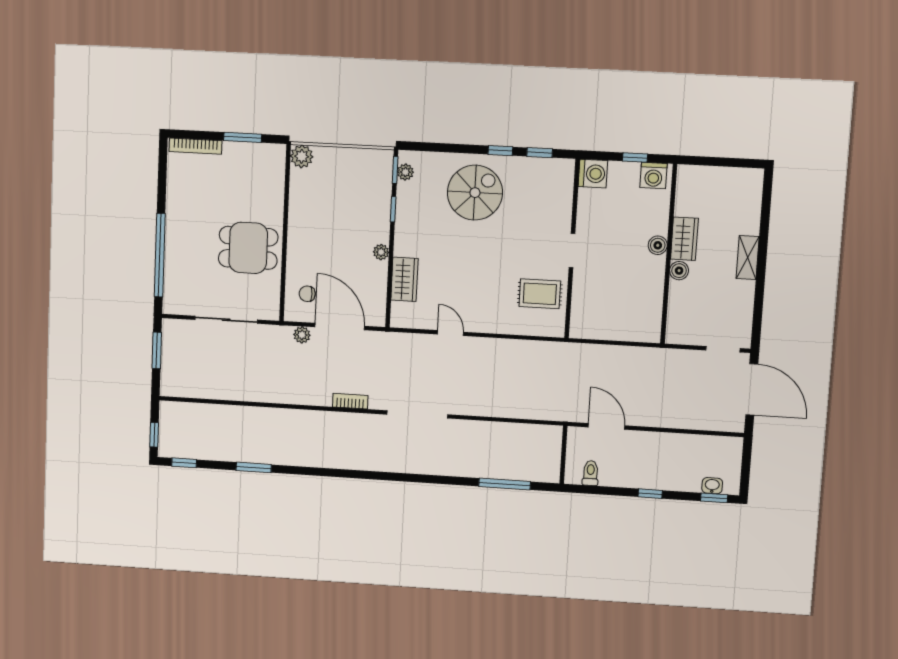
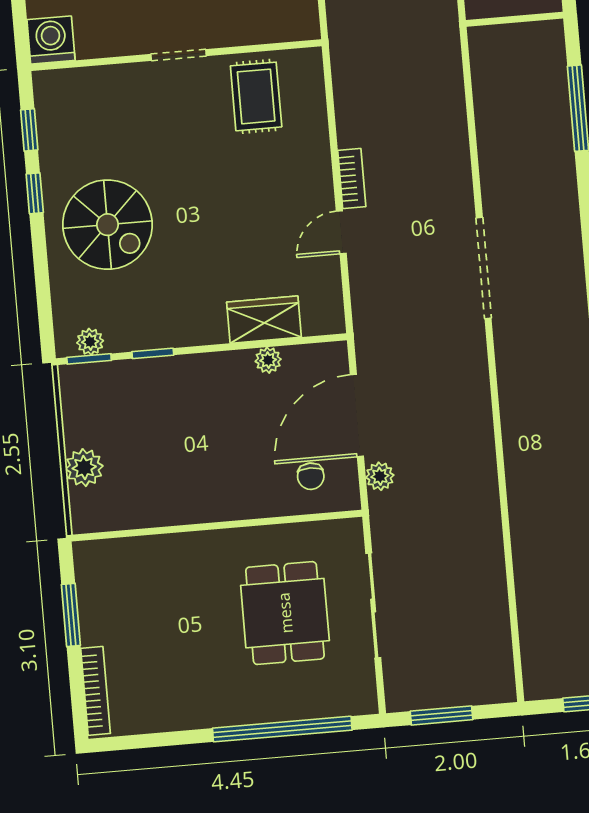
plant: (302, 156) -> (84, 468), moved
spiral stairs: (475, 193) -> (107, 225), turned 180
dining table: (248, 248) -> (285, 613), moved
plant: (381, 252) -> (268, 360), moved
bookcase: (350, 401) -> (352, 178), moved, turned 180

